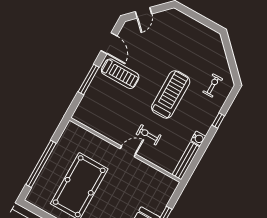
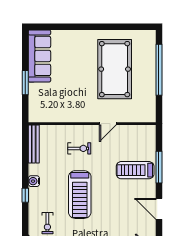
treadmill: (120, 74) -> (135, 170), moved
water cooler: (198, 138) -> (34, 181), moved
door: (128, 151) -> (108, 124), moved

